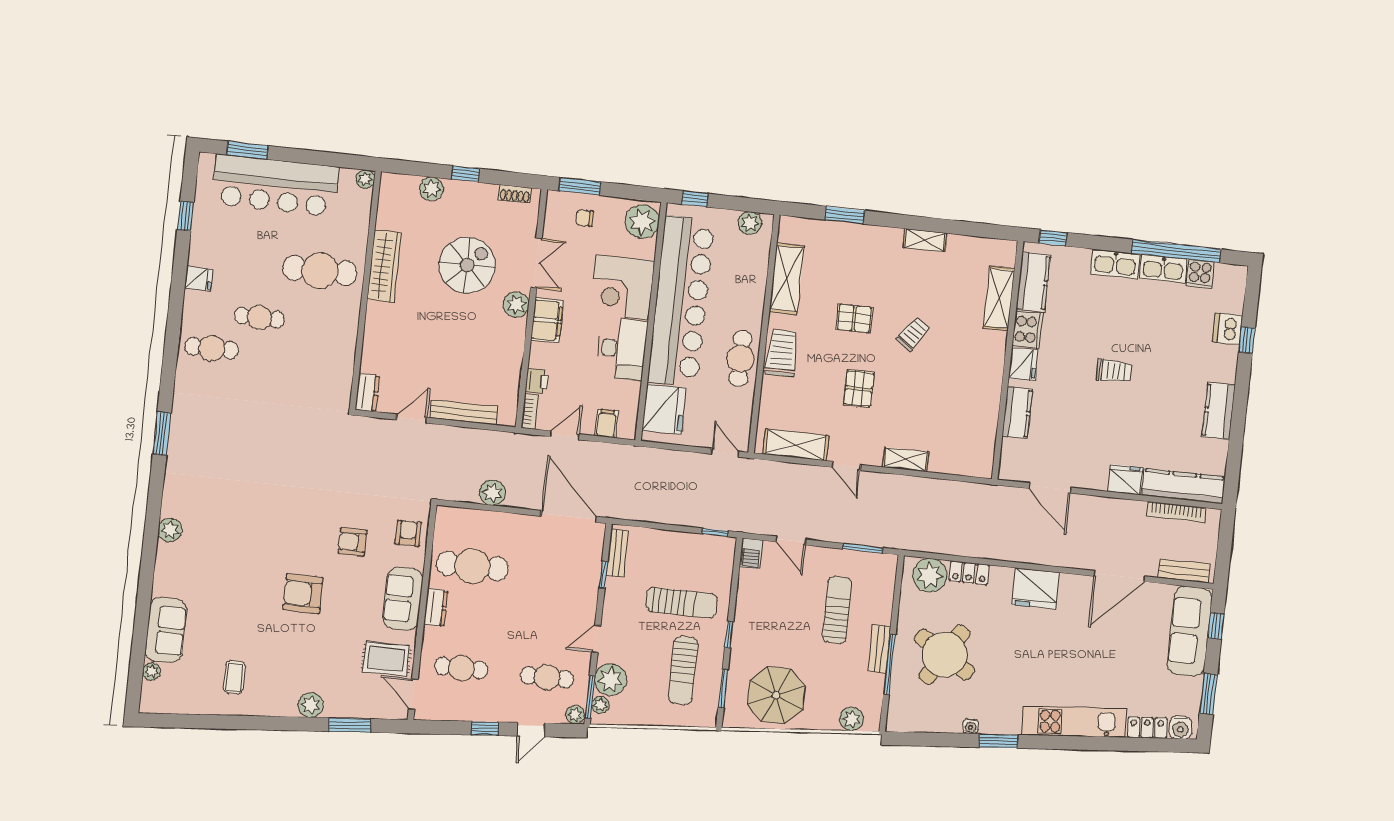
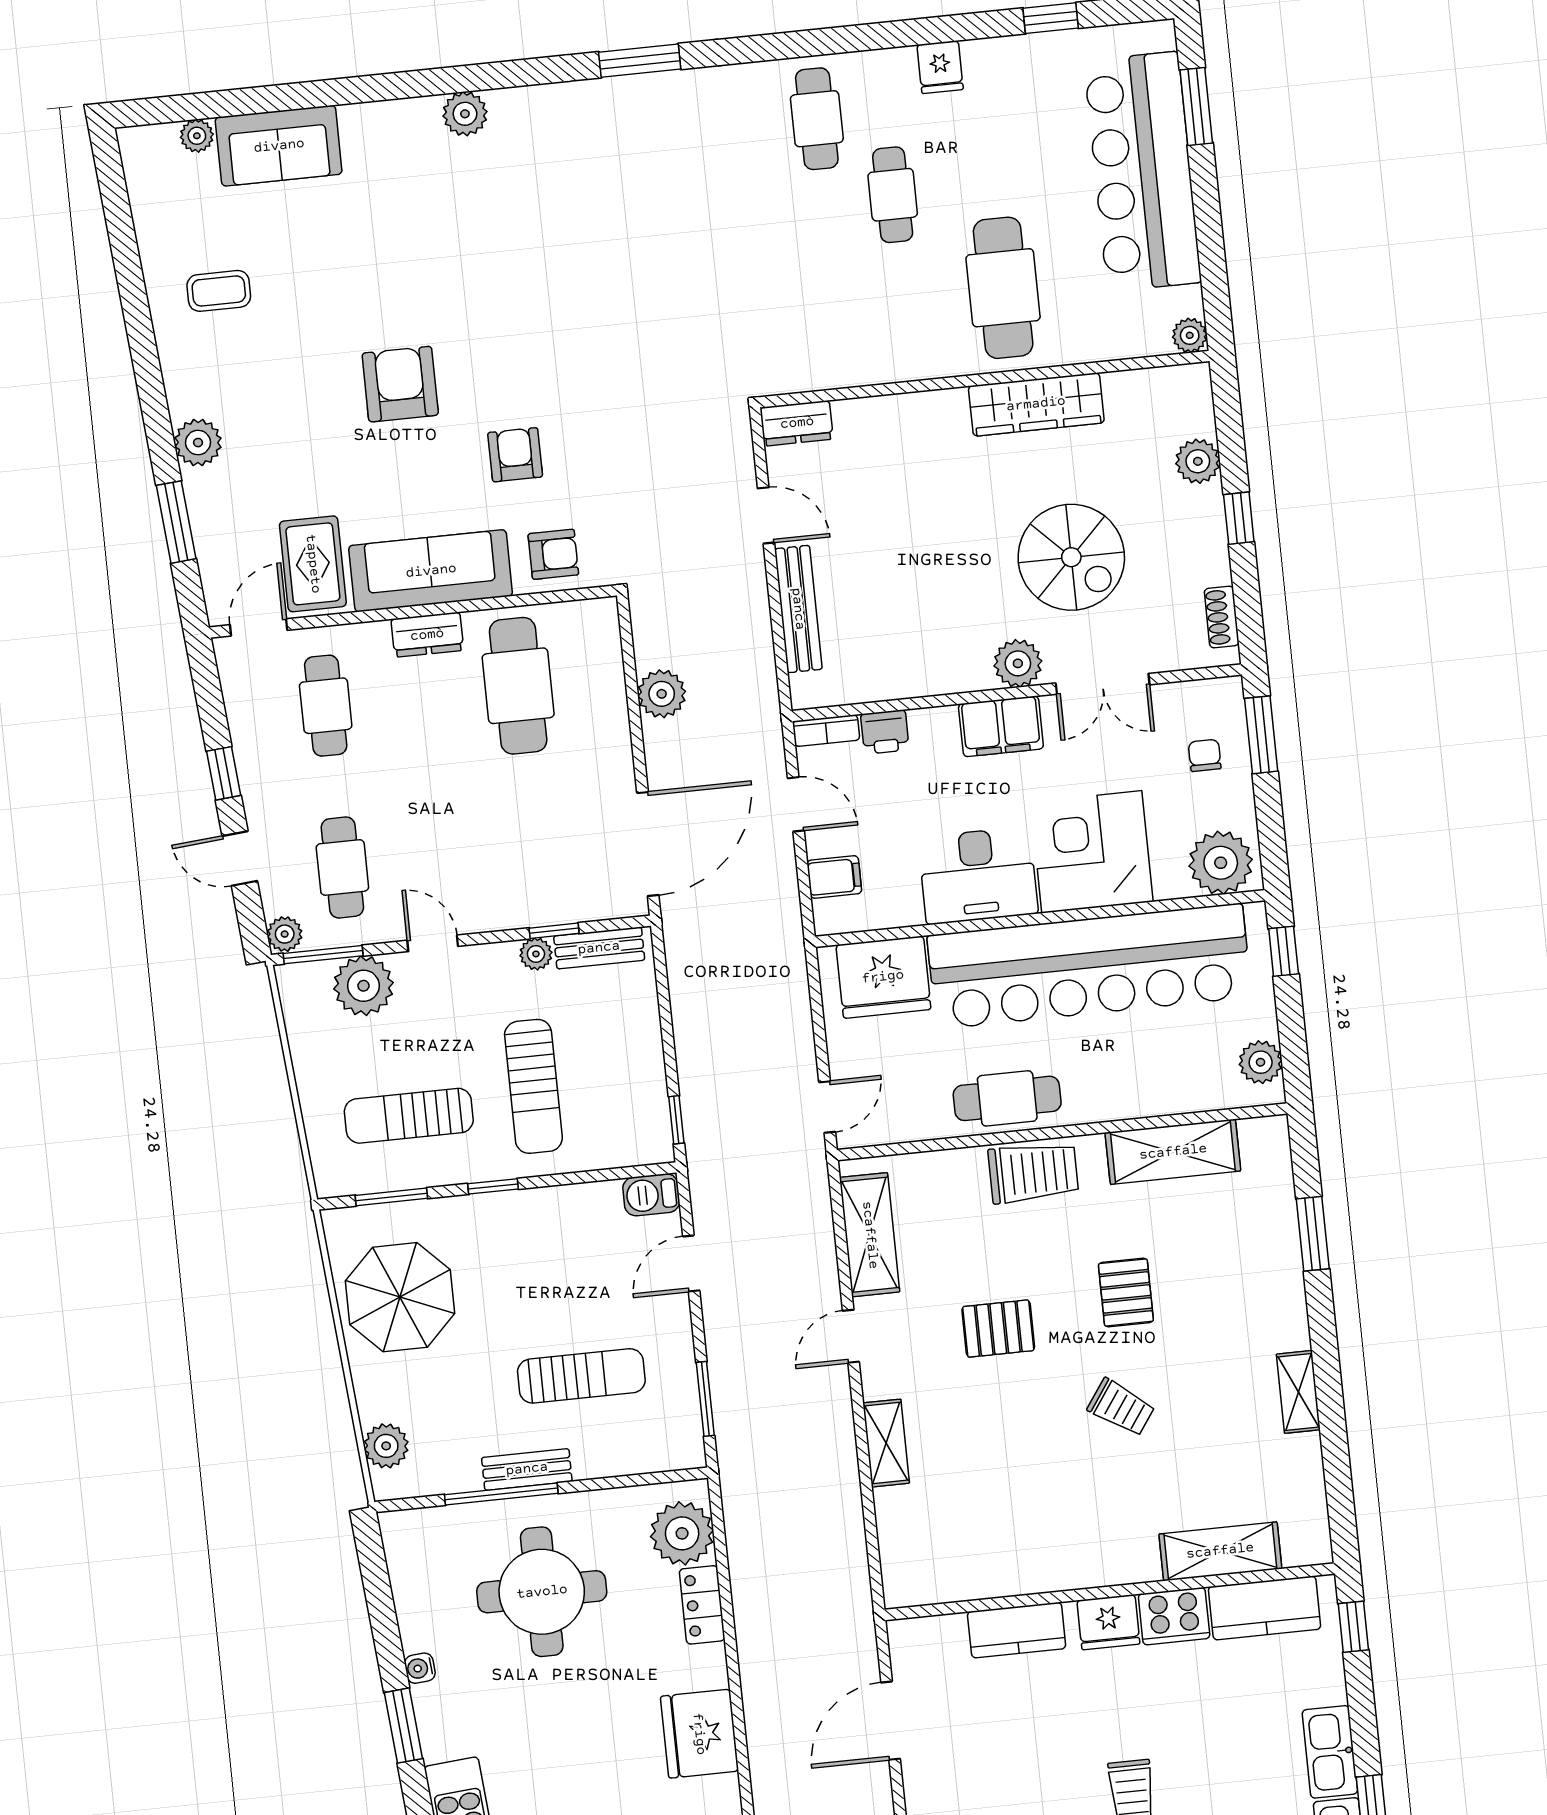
sofa: (403, 599) -> (431, 571), width x1.36
round table: (944, 655) -> (542, 1592), turned -32
plant: (600, 705) -> (536, 954), moved

